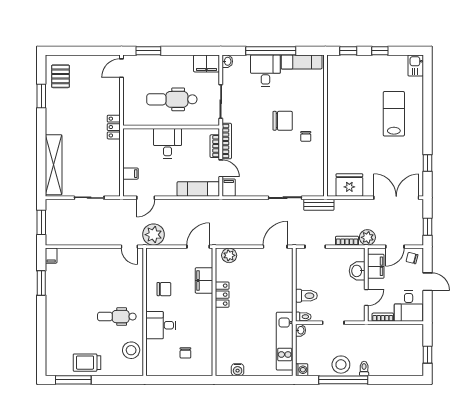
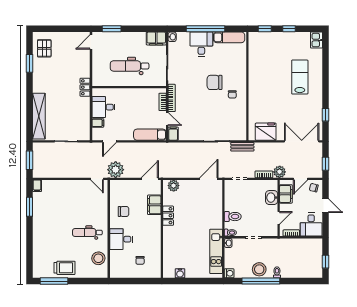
chair: (283, 121) -> (215, 82), turned 180
desk: (167, 143) -> (104, 107), moved, turned -90
trolley: (87, 363) -> (65, 268), turned 180

